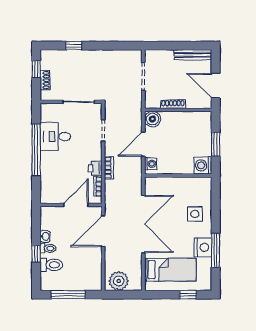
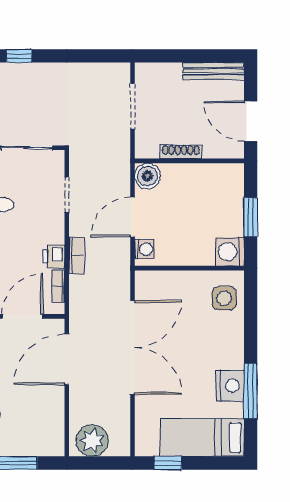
side table: (195, 214) -> (224, 298), moved
bed: (170, 270) -> (202, 438), moved, turned 180
window: (188, 295) -> (168, 463), moved

